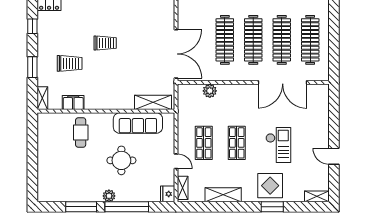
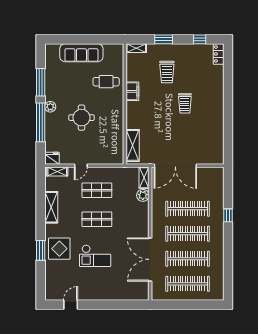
filing cabinet: (73, 103) -> (132, 91), moved
sofa: (138, 123) -> (81, 53), moved, turned -90
door: (334, 156) -> (71, 305), moved
shelving: (317, 196) -> (144, 178), moved

